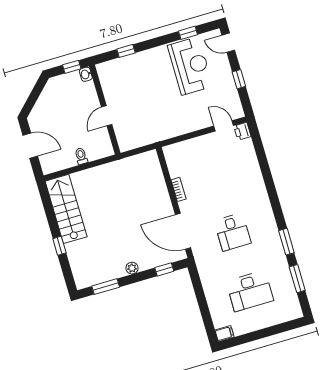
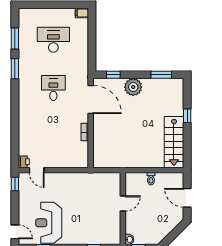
window: (239, 79) -> (15, 184), moved
plant: (132, 268) -> (133, 87), width x1.87, depth x1.87

